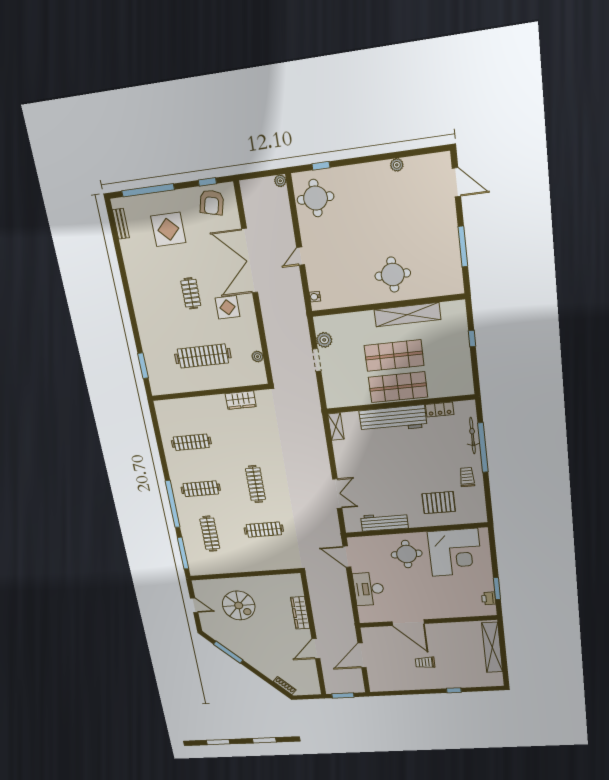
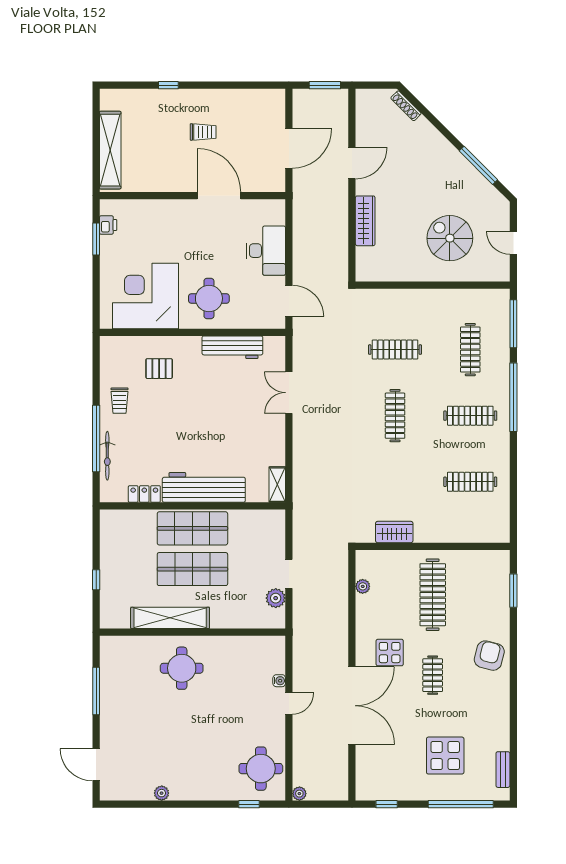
armchair: (212, 202) -> (489, 656), moved
water cooler: (315, 297) -> (279, 681), moved
clothes rail: (203, 356) -> (433, 595), turned 90
pallet: (439, 503) -> (159, 369), width x0.67, depth x0.71

